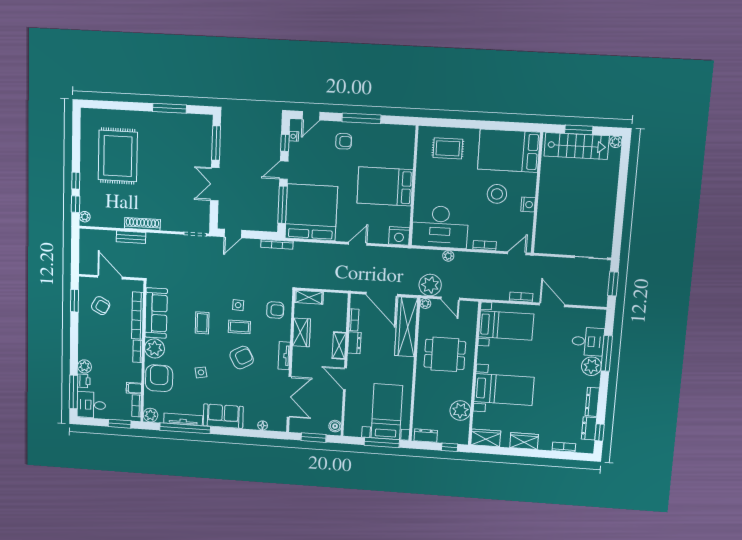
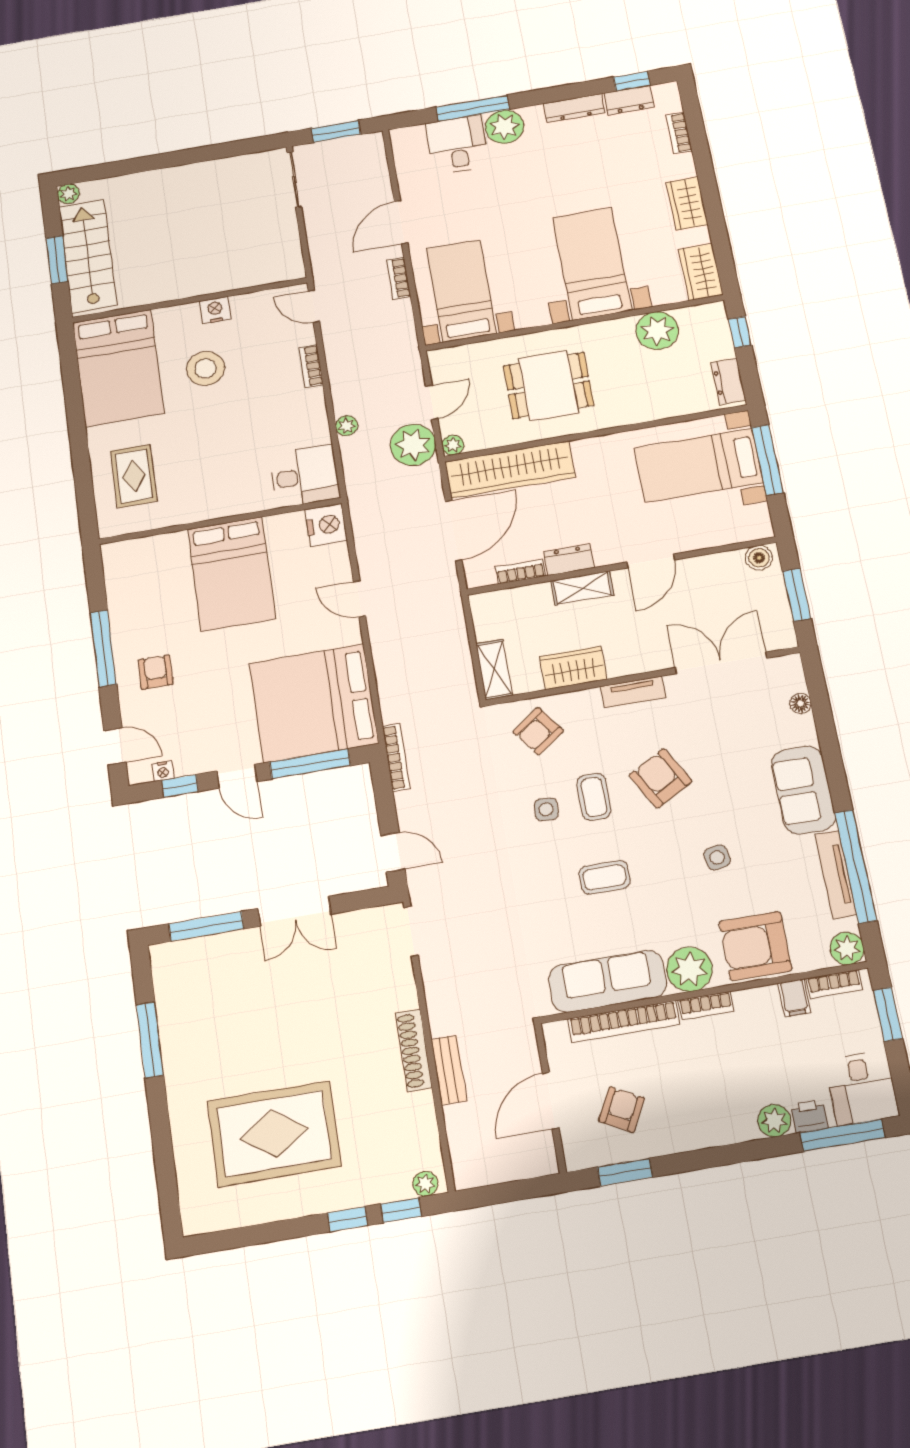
desk: (440, 227) -> (305, 476), width x0.53, depth x0.77
armchair: (275, 310) -> (538, 731), turned -126
dining table: (445, 354) -> (548, 386), turned 90

